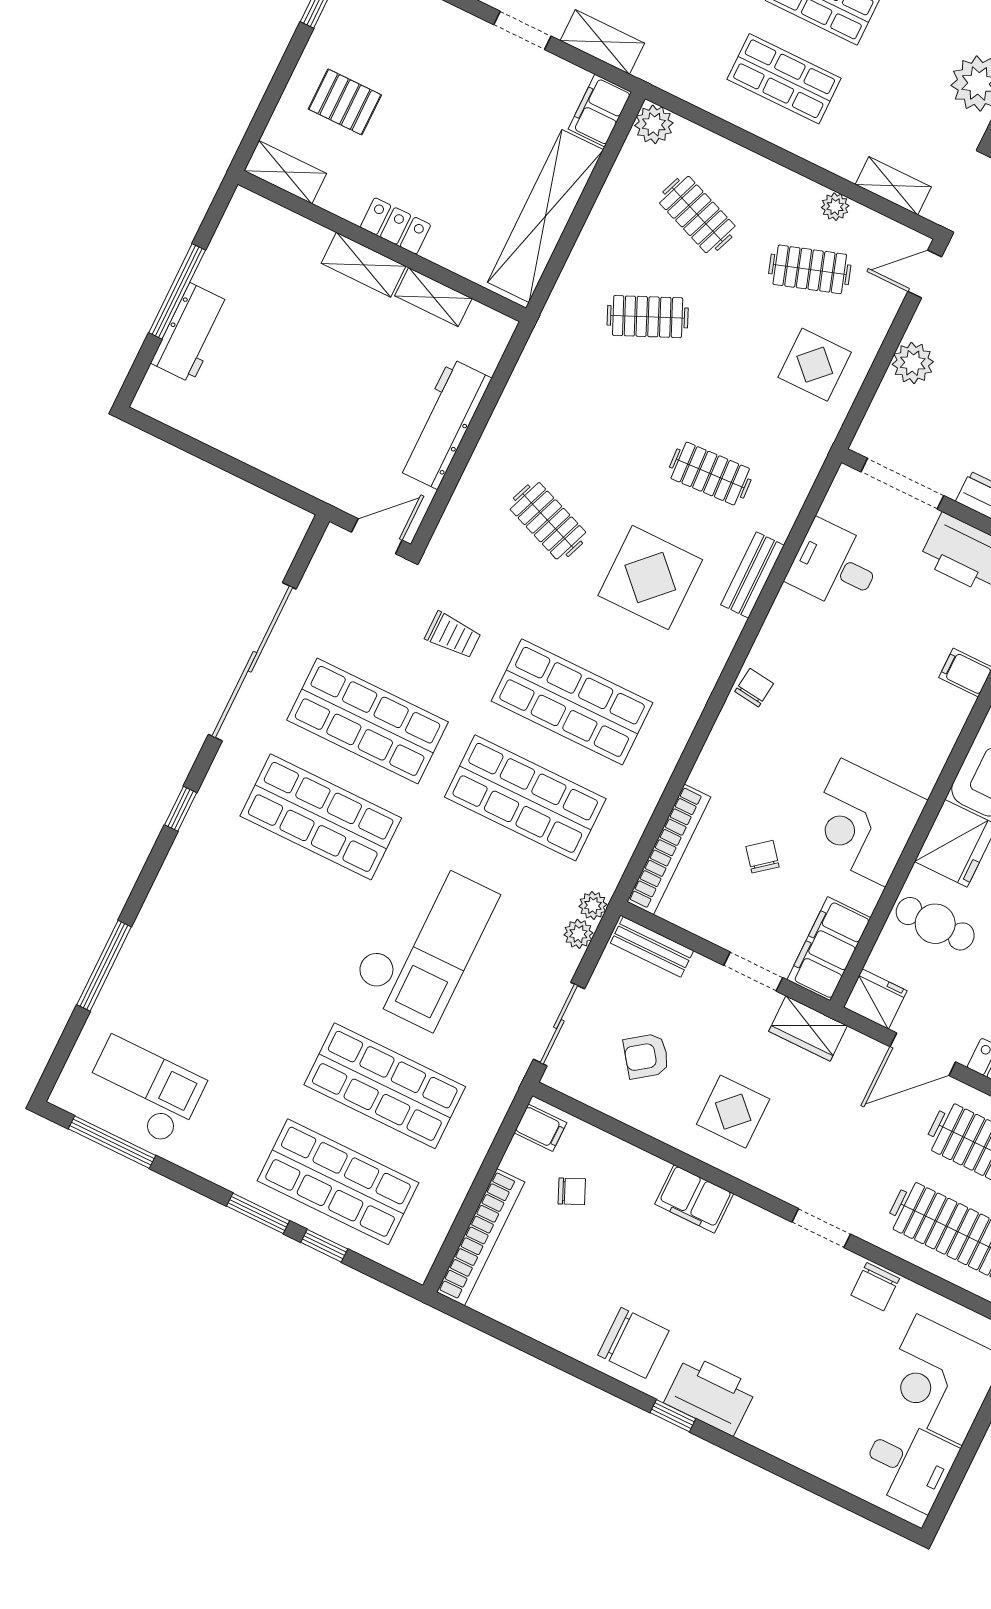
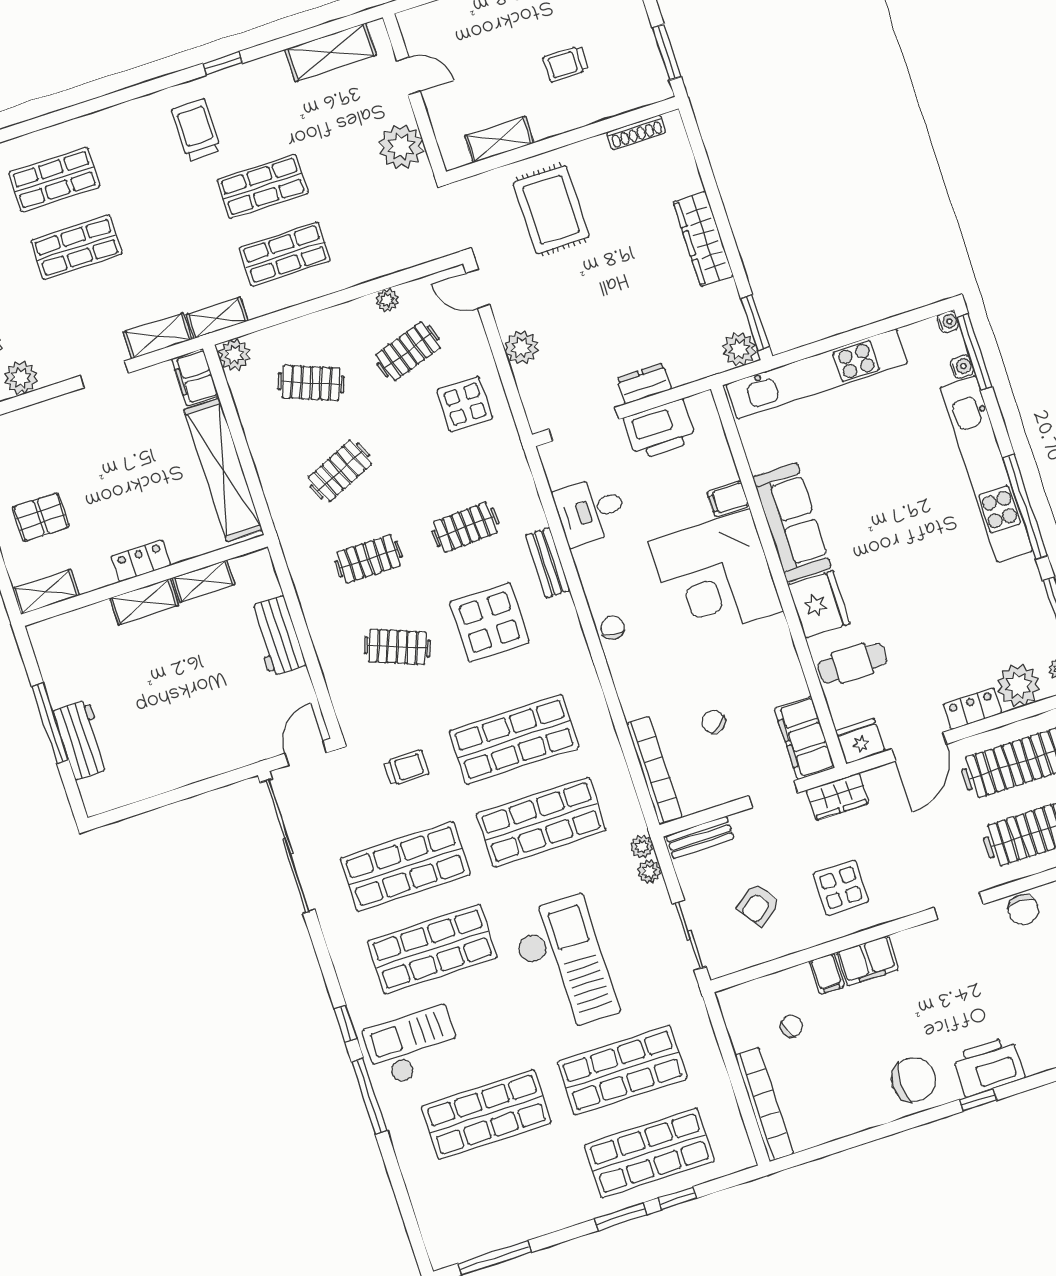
shelving: (893, 186) -> (217, 318), moved
door: (925, 274) -> (478, 289), hinge flipped
clothes rail: (598, 419) -> (369, 559), added
workbench: (444, 424) -> (277, 636), width x0.73
sliding door: (252, 662) -> (287, 846), moved
corner desk: (863, 822) -> (716, 576), moved, width x1.36, depth x1.36
window: (104, 966) -> (369, 1096), moved
shop shelf: (227, 1009) -> (486, 1115), added
checkout: (143, 1091) -> (413, 1046), moved
filing cabinet: (540, 1128) -> (827, 974), moved, turned 90

